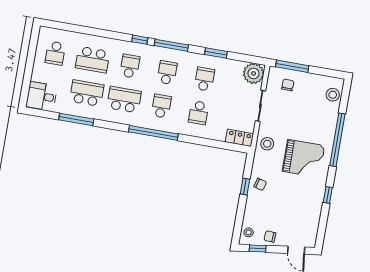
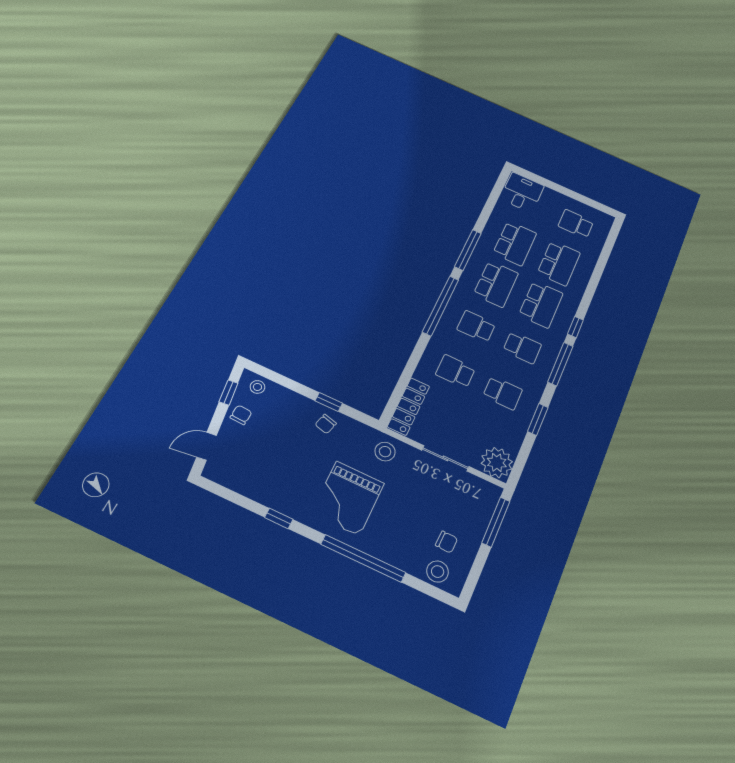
school desk: (93, 60) -> (559, 263), turned 180
school desk: (130, 66) -> (541, 304), width x1.85
chair: (288, 85) -> (446, 542), moved
school desk: (161, 106) -> (476, 327), turned 180
window: (76, 119) -> (468, 250), moved
locker: (239, 138) -> (409, 406), width x1.53

